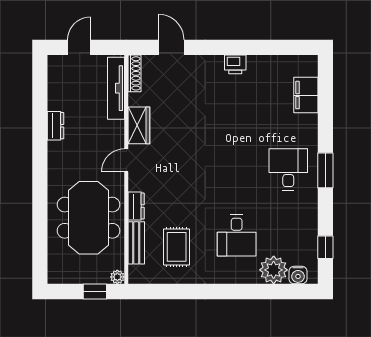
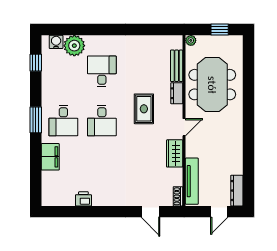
printer: (235, 64) -> (83, 199), moved
shoe rack: (134, 73) -> (178, 196), width x0.70
filing cabinet: (306, 95) -> (50, 157), moved
dresser: (55, 126) -> (237, 191), moved, width x1.44
desk: (237, 169) -> (102, 121), added
rug: (177, 247) -> (144, 109), moved
window: (95, 291) -> (220, 30), moved

